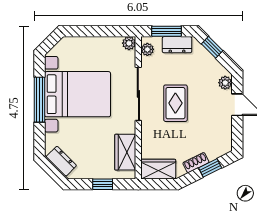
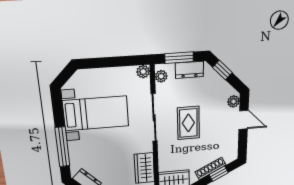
bed with nightstands: (78, 94) -> (96, 113), width x0.73
window: (39, 100) -> (62, 147), moved
shoe rack: (196, 163) -> (211, 168), width x1.43

